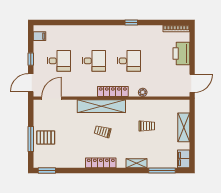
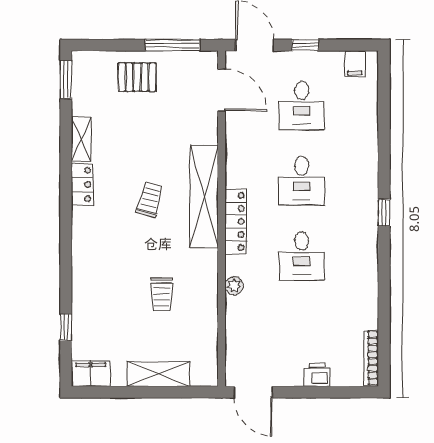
window: (131, 23) -> (384, 213), moved
printer: (181, 54) -> (317, 375), width x0.53, depth x0.68
pallet: (46, 137) -> (137, 77), turned 90
window: (31, 139) -> (173, 45), moved
locker: (101, 163) -> (82, 185), width x0.66
shelving: (137, 163) -> (81, 139), moved
window: (162, 170) -> (66, 327), width x0.46

